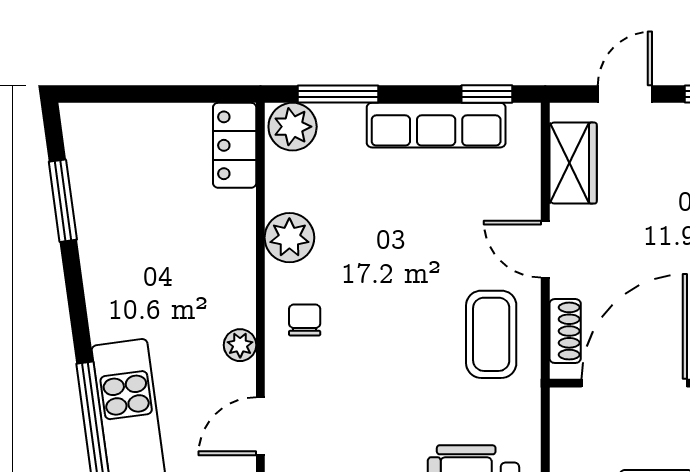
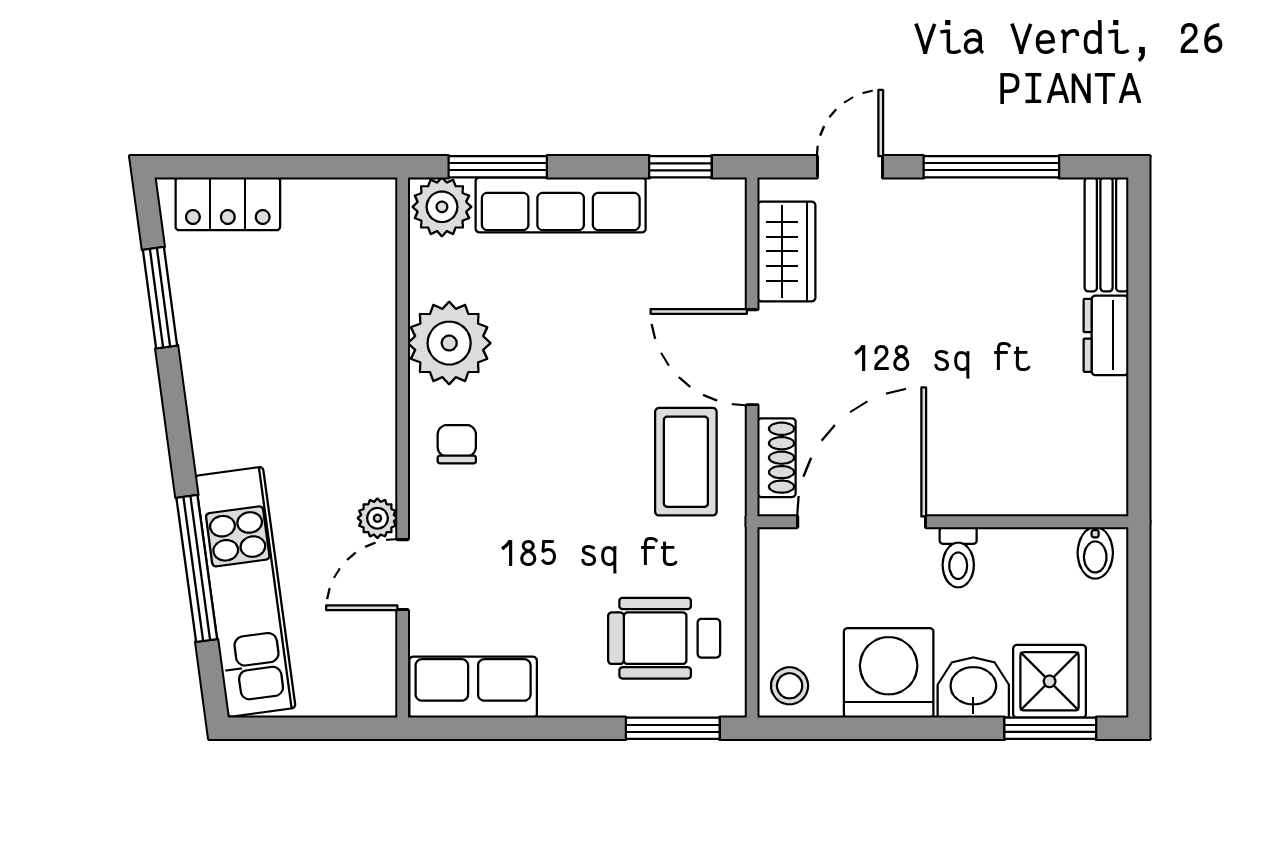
row of seats: (436, 125) -> (561, 205), moved
locker: (235, 145) -> (228, 204), moved, turned -90
plant: (289, 238) -> (449, 343), width x1.36, depth x1.36
door: (545, 249) -> (752, 357), width x1.38
plant: (240, 345) -> (377, 518), moved

